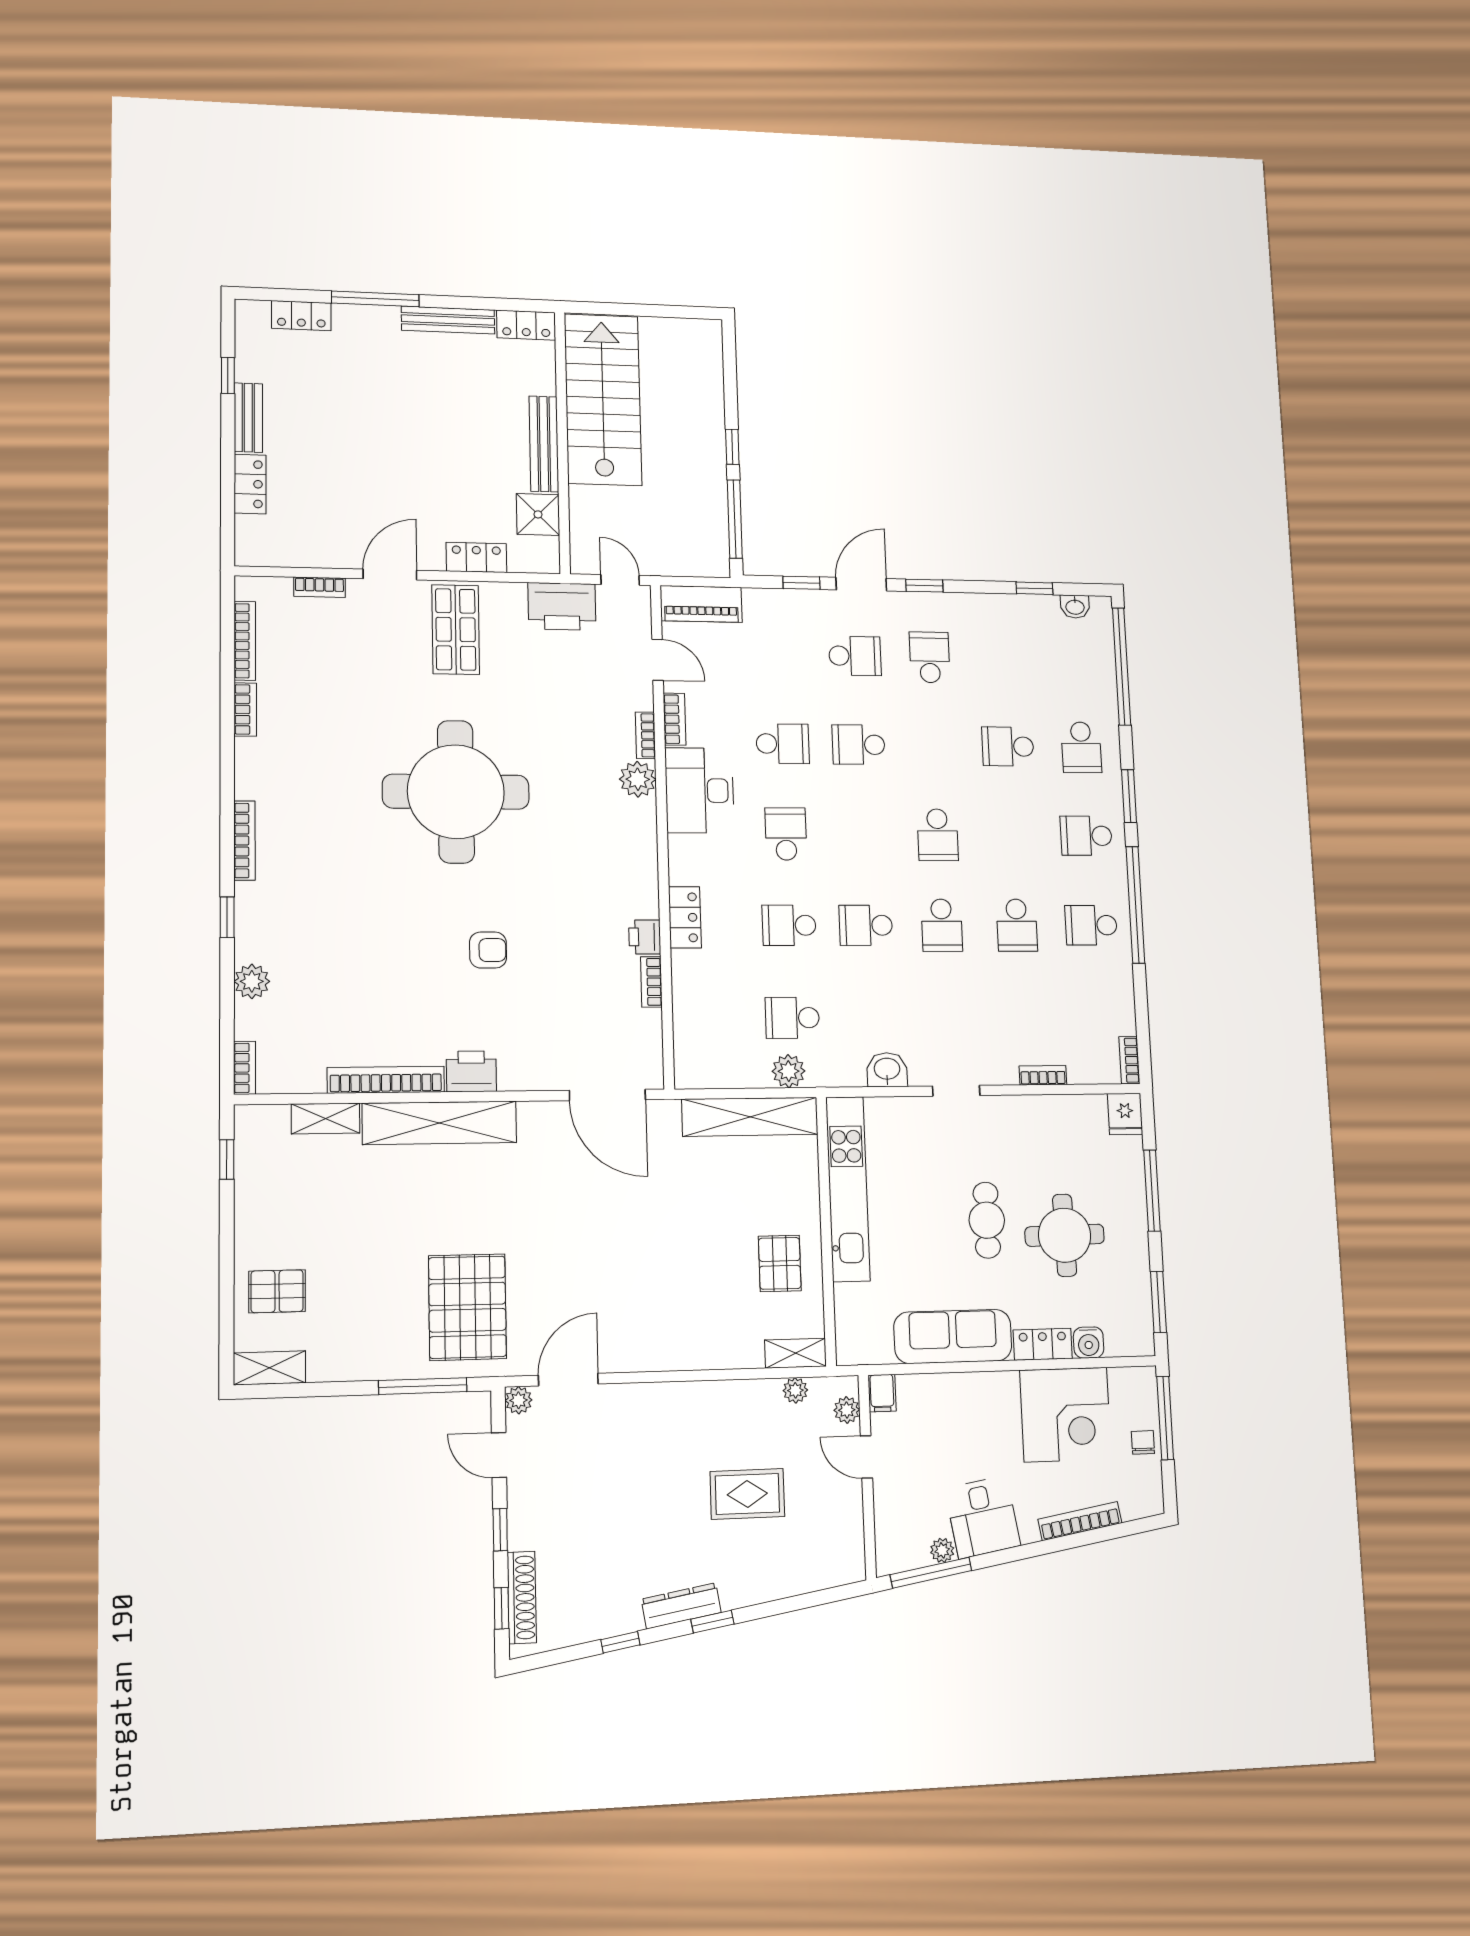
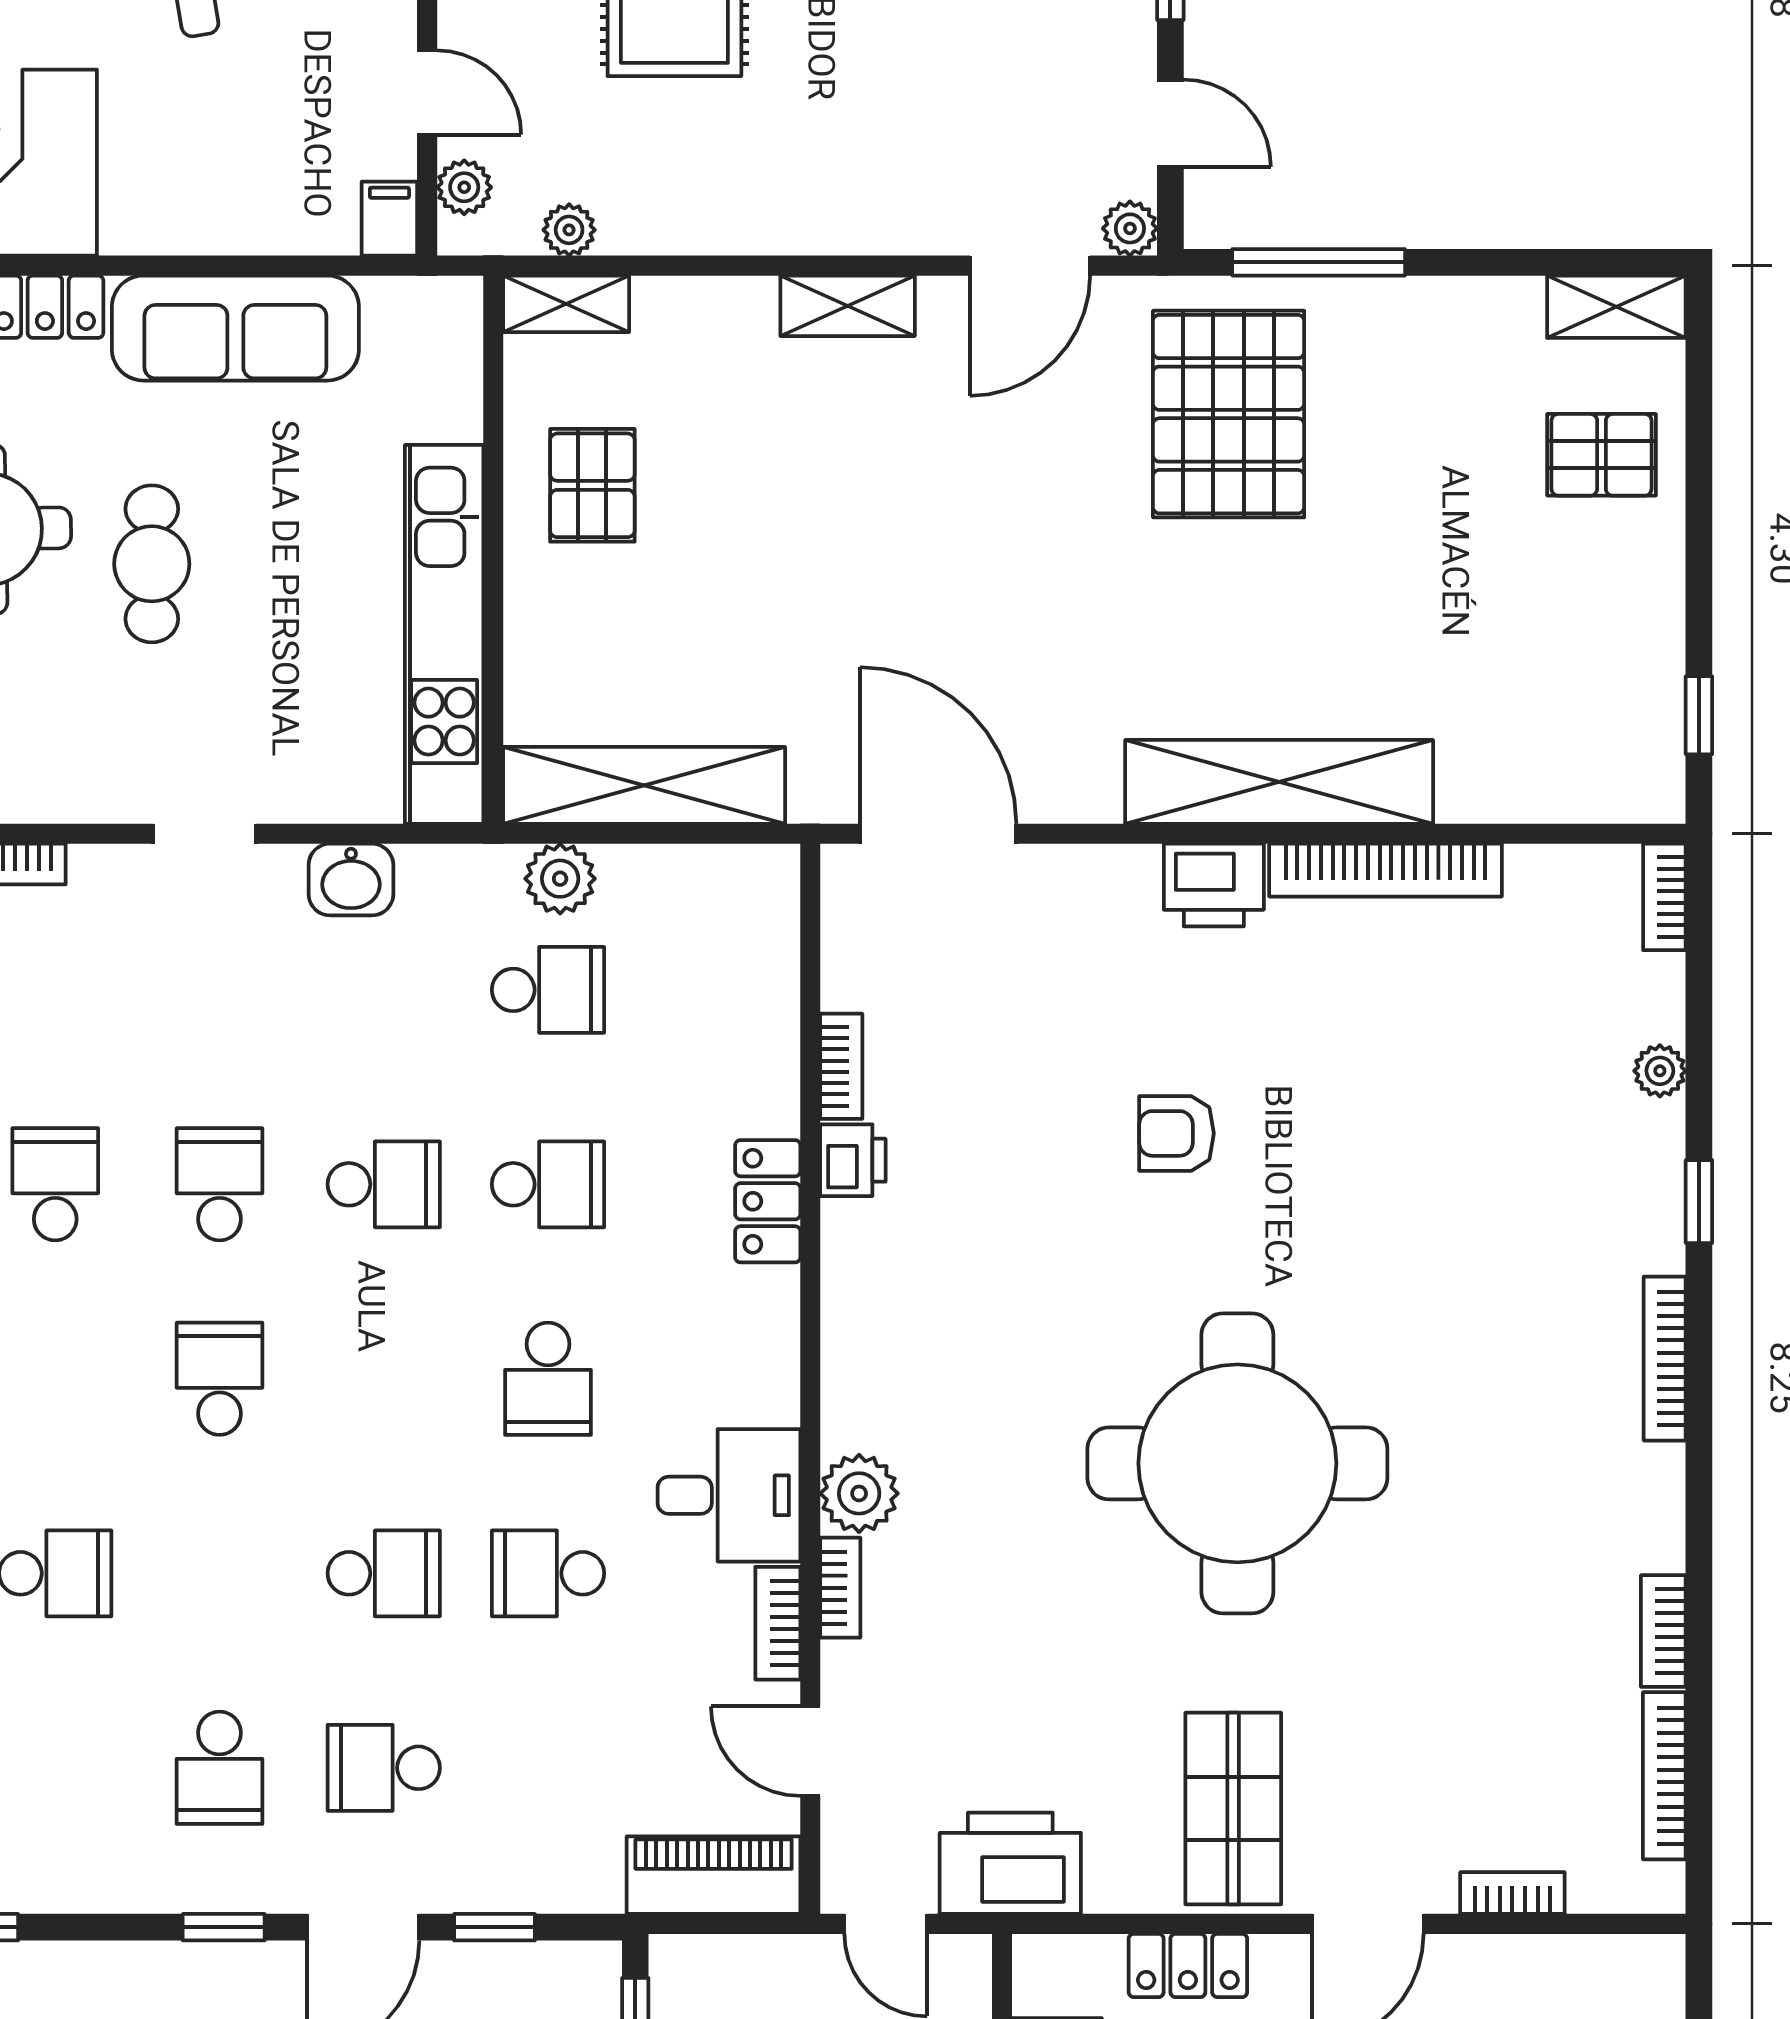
desk: (700, 790) -> (729, 1495), width x0.73
plant: (252, 981) -> (1660, 1071), width x0.73, depth x0.73
shelving: (326, 1119) -> (848, 306), moved

